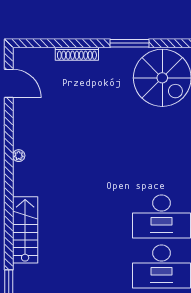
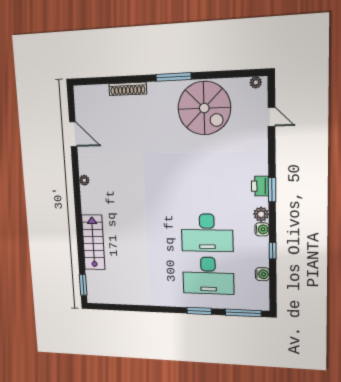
door: (9, 83) -> (73, 134), moved

